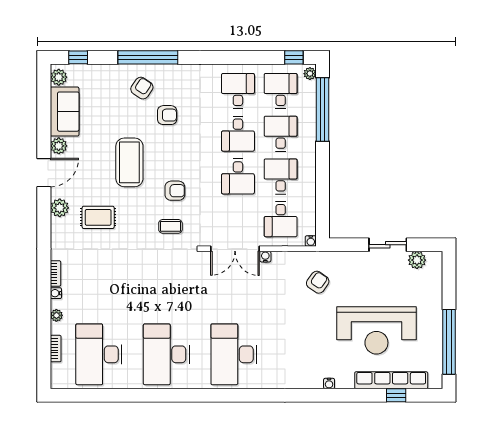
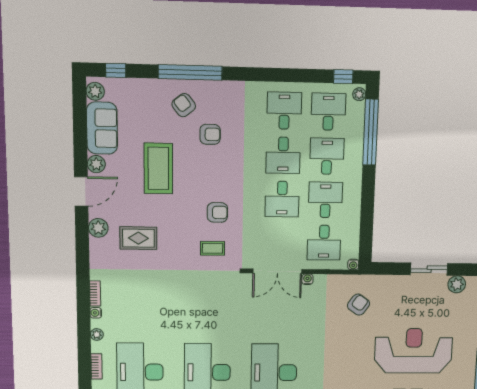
armchair: (142, 88) -> (184, 105), turned -72
coffee table: (129, 162) -> (158, 168), moved
reception desk: (376, 330) -> (413, 351), turned 180

